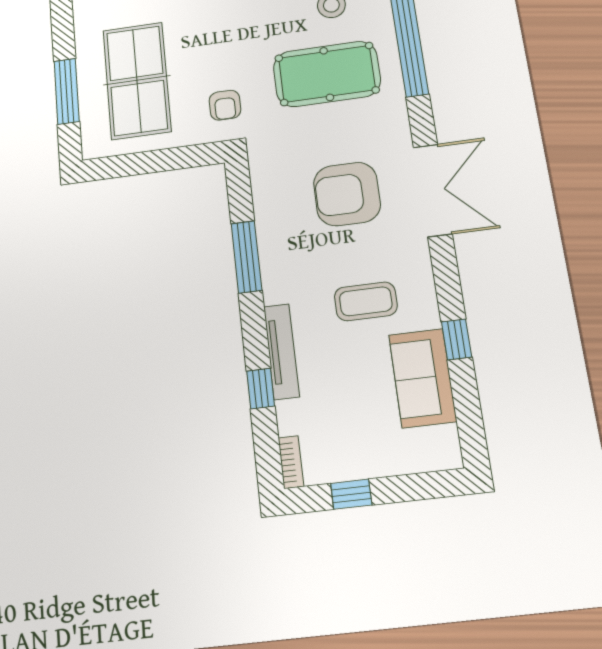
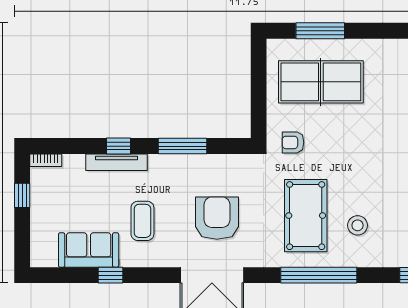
window: (261, 389) -> (118, 146), moved

